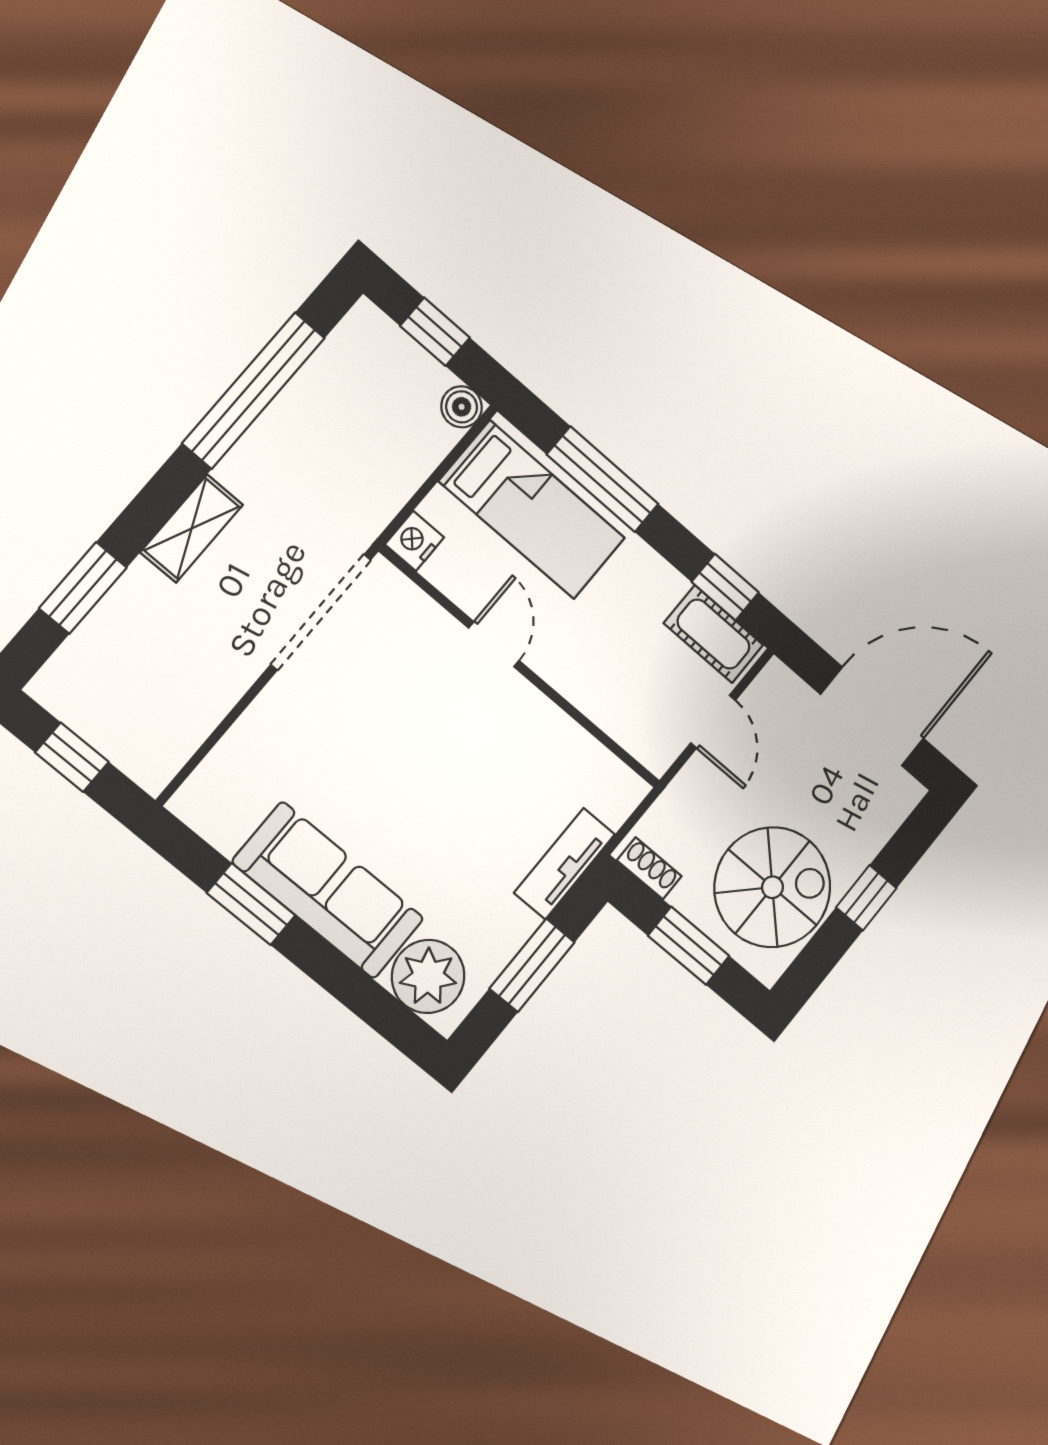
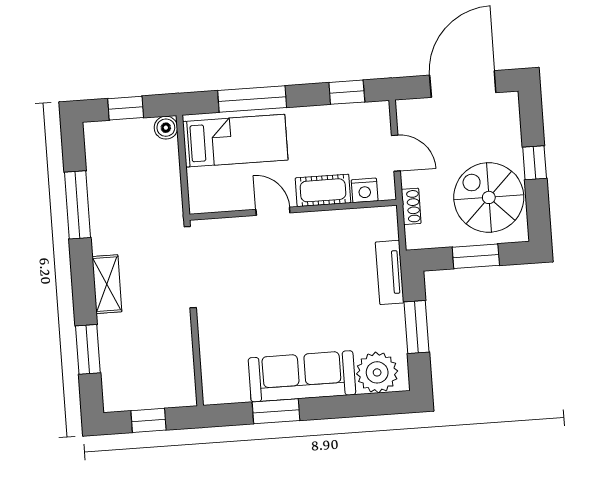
window: (254, 390) -> (77, 205), width x0.68
nightstand: (414, 541) -> (365, 190), moved, turned -90
cot: (713, 634) -> (323, 190), moved
shoe rack: (649, 868) -> (411, 206), moved, turned 90
spiral stairs: (772, 887) -> (489, 197), turned -90

